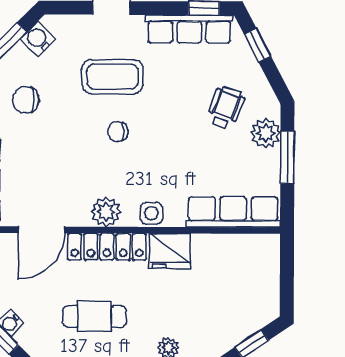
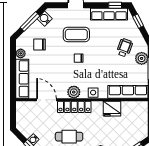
door: (42, 230) -> (46, 100), swing flipped
fridge: (170, 251) -> (112, 109), moved

